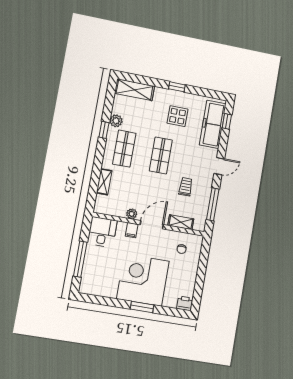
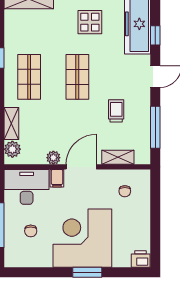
plant: (116, 121) -> (12, 149), moved
window: (227, 121) -> (155, 35), moved
desk: (102, 232) -> (27, 187), width x1.37
chair: (104, 268) -> (31, 231), added

